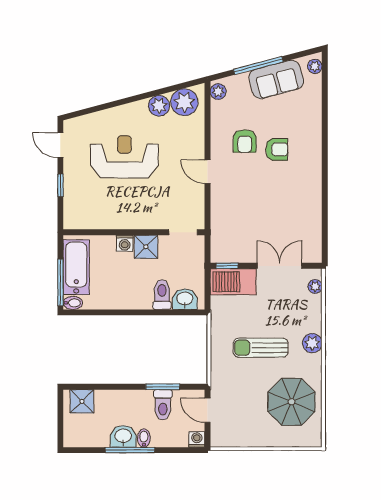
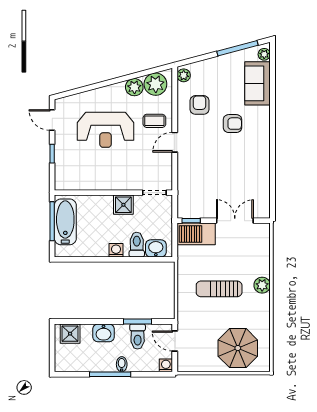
window: (258, 66) -> (237, 48), moved
sofa: (276, 79) -> (258, 83), moved, turned 105
armchair: (245, 141) -> (199, 105), moved, turned 180
coffee table: (183, 146) -> (154, 121), added
reception desk: (124, 157) -> (106, 130), turned 180
door: (208, 172) -> (175, 142), hinge flipped
washing machine: (125, 243) -> (116, 250), moved, turned 180
window: (60, 282) -> (52, 221), moved
plant: (315, 286) -> (264, 238), removed
bidet: (73, 303) -> (63, 252), removed
parasol: (292, 402) -> (238, 348), moved
washbasin: (123, 436) -> (103, 333), moved, turned 180

